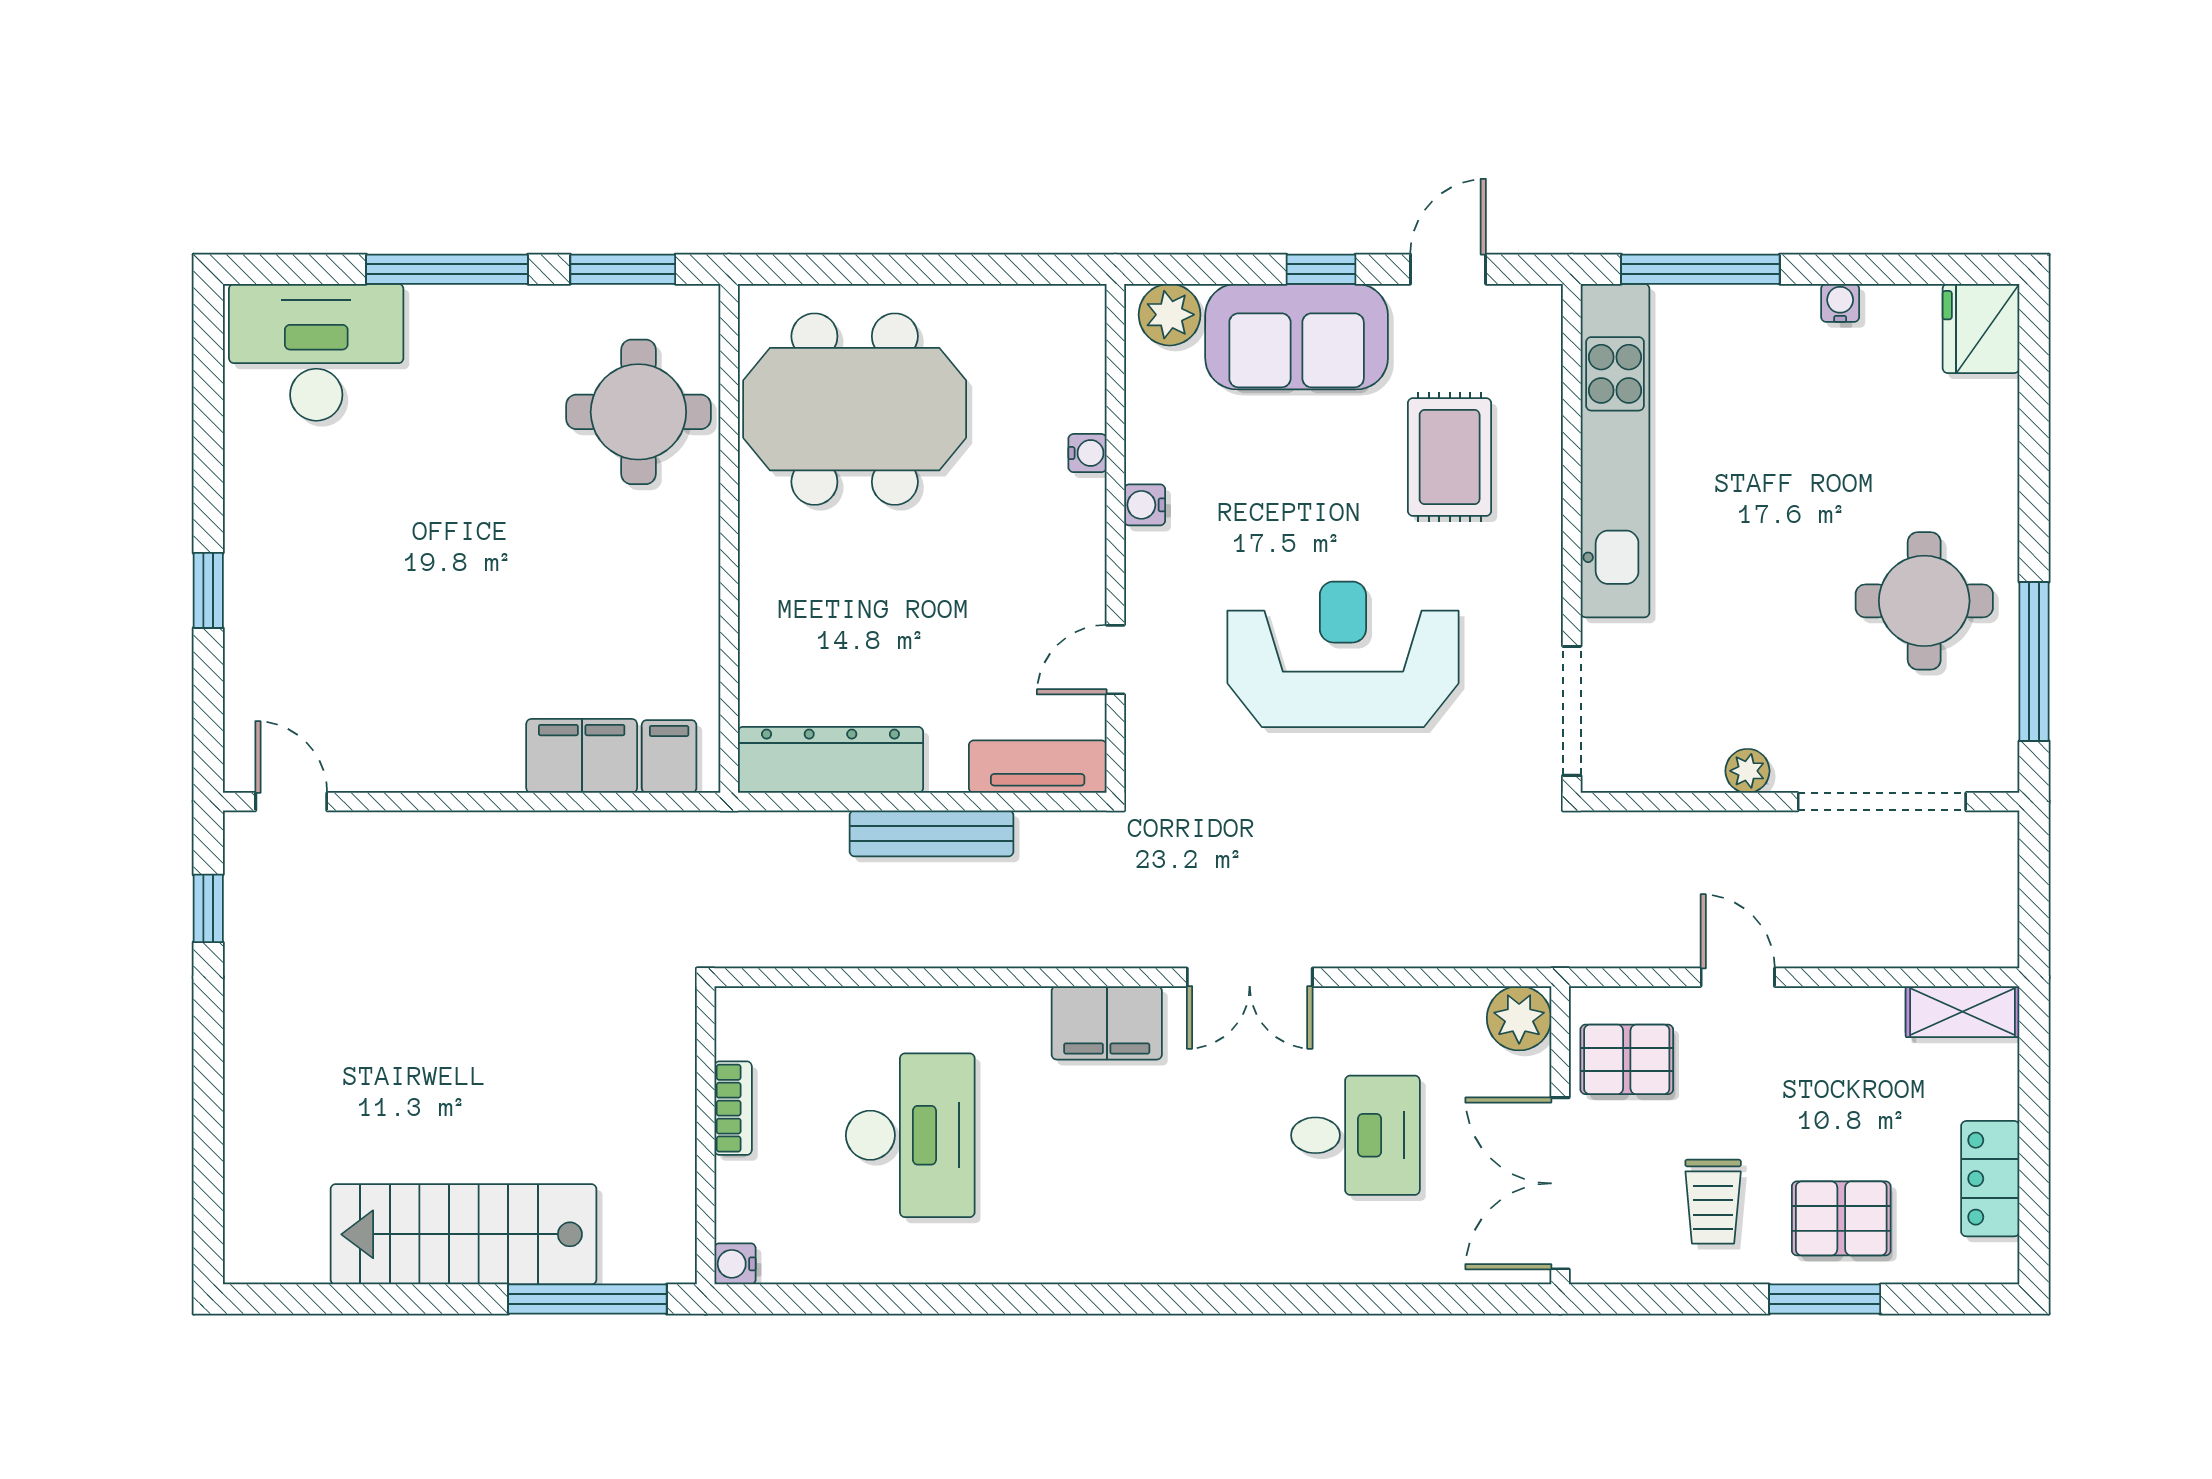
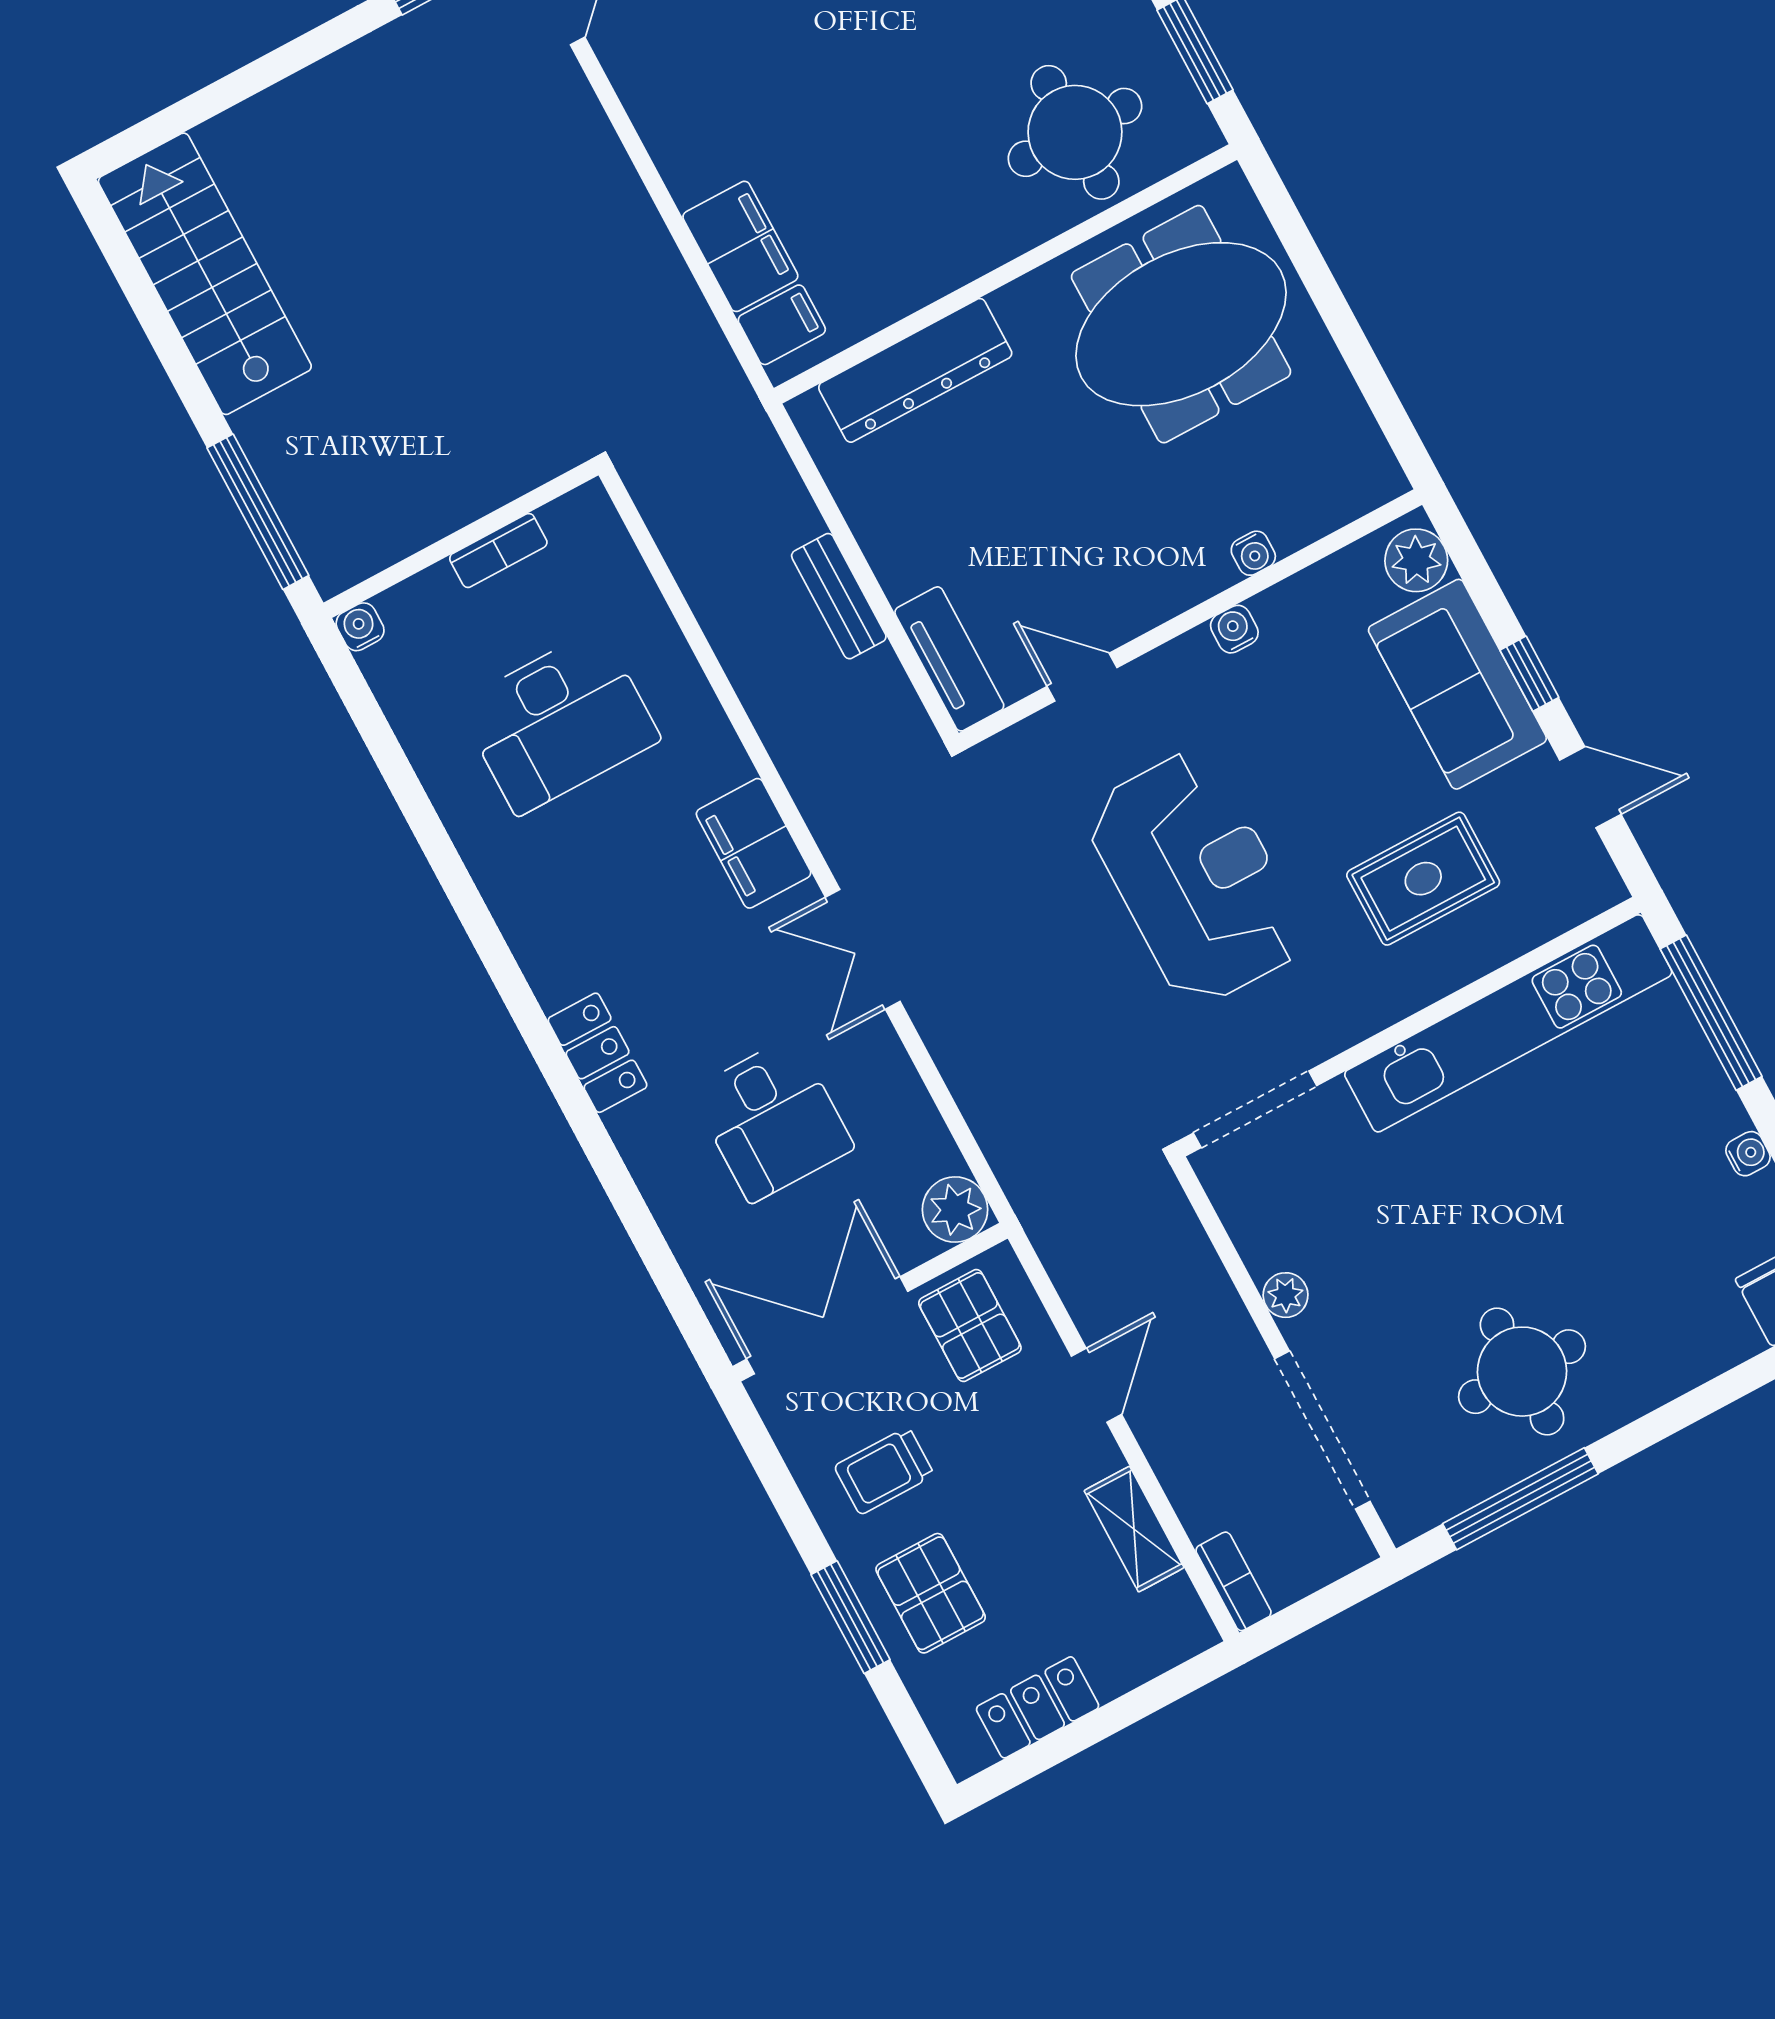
meeting table: (855, 409) -> (1181, 324), turned 90
dresser: (830, 760) -> (915, 370), moved, turned 90
bench: (932, 833) -> (839, 596), width x0.73
bookcase: (1972, 950) -> (1234, 1581), added
shelving: (1963, 1012) -> (1134, 1529), moved
stairs: (464, 1234) -> (205, 274), moved
locker: (1216, 1256) -> (598, 1053), added

